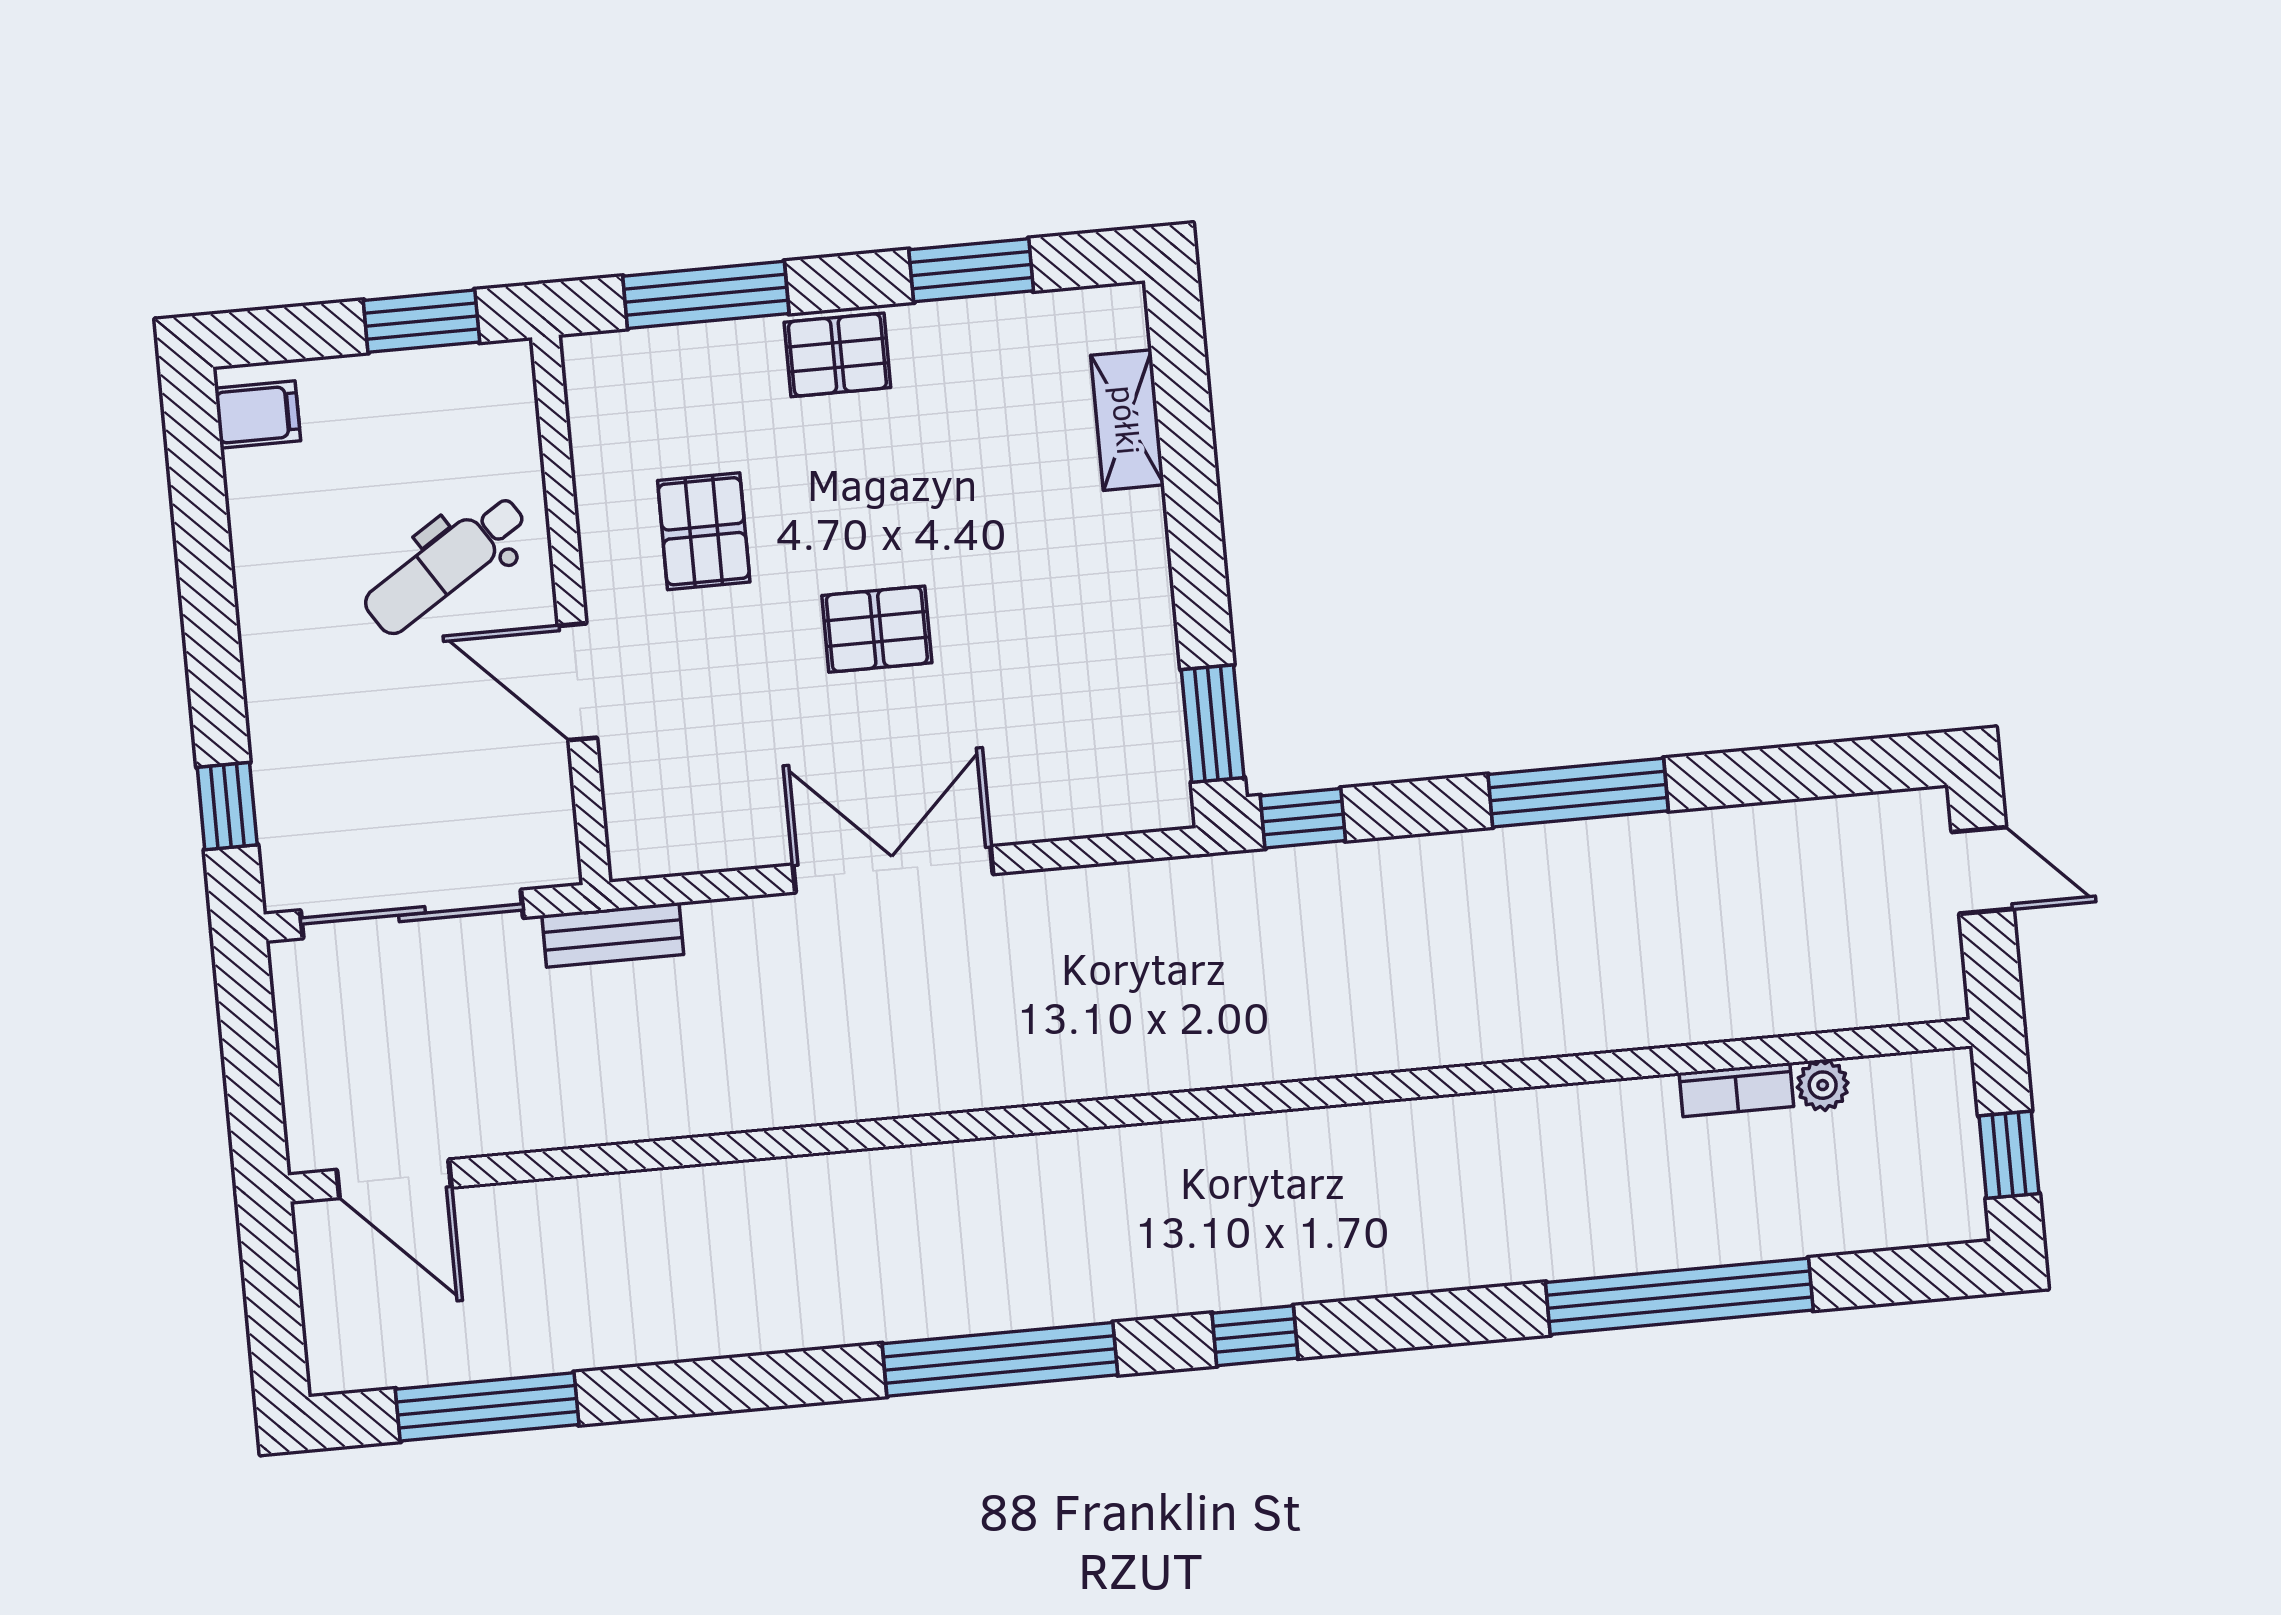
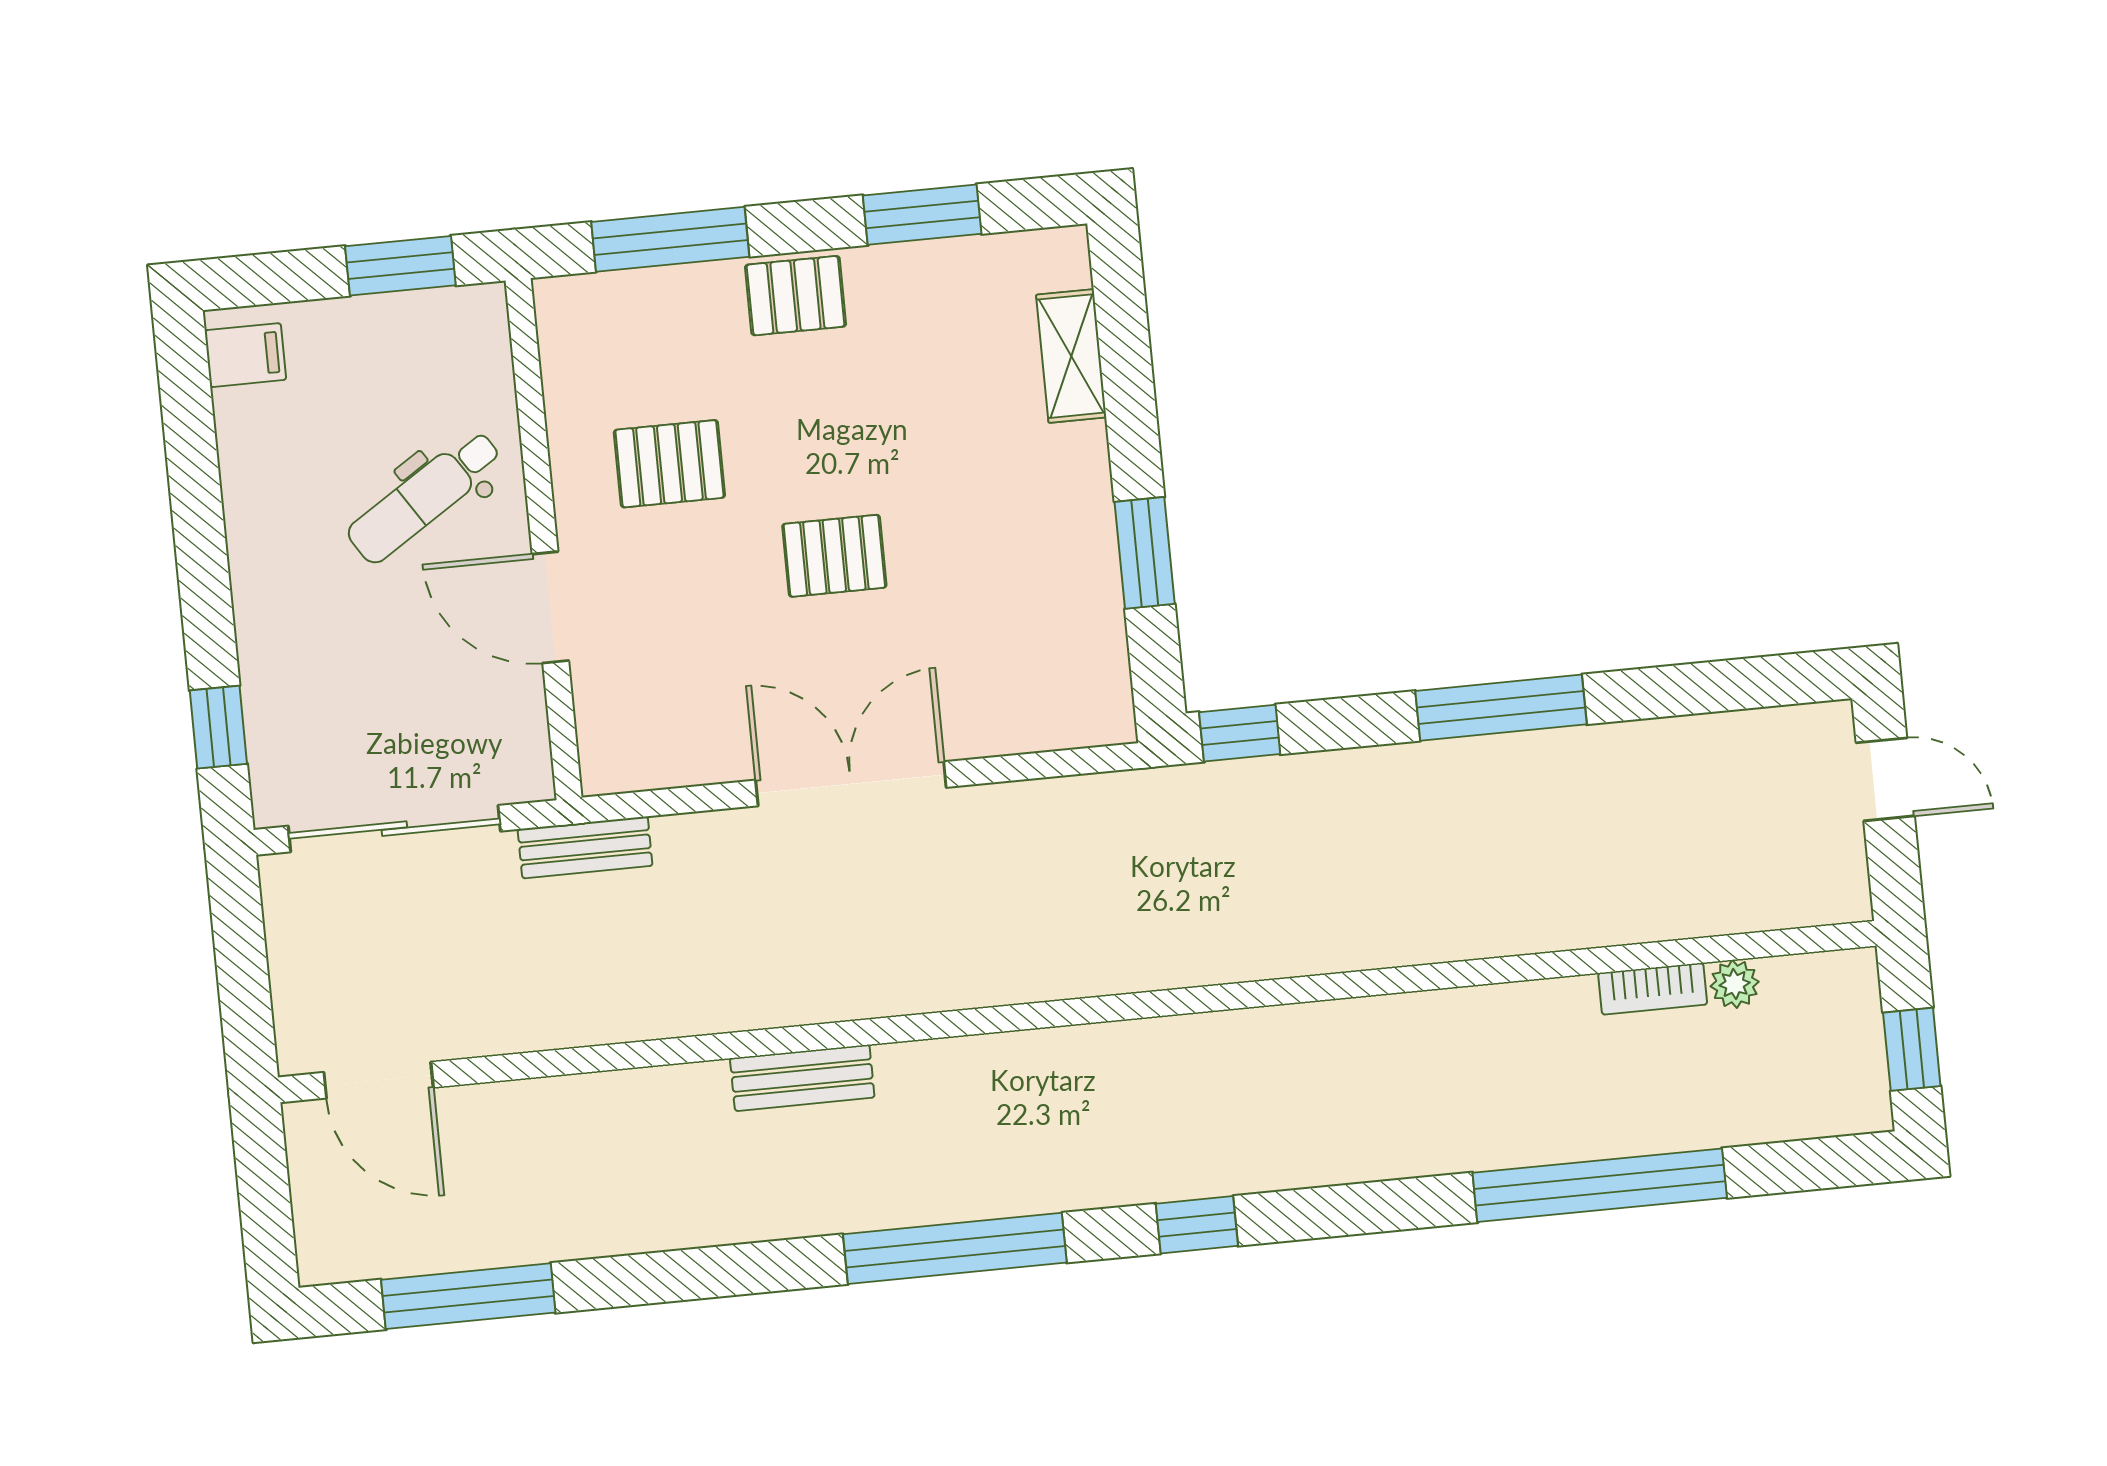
pallet: (704, 531) -> (669, 464), turned 90
window: (1213, 724) -> (1145, 553), moved
bench: (840, 1179) -> (802, 1078), added

